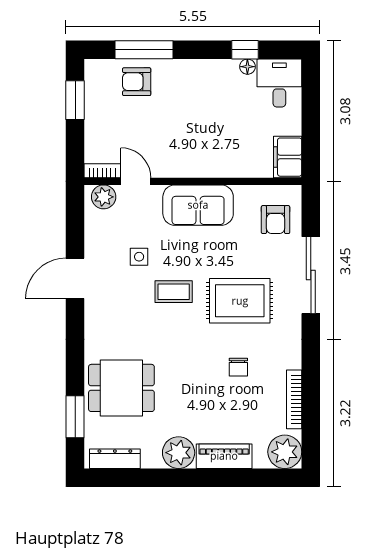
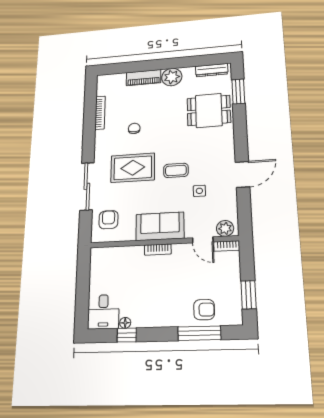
filing cabinet: (288, 157) -> (99, 261), removed
bookcase: (201, 170) -> (158, 250), added
plant: (285, 452) -> (107, 83), removed

